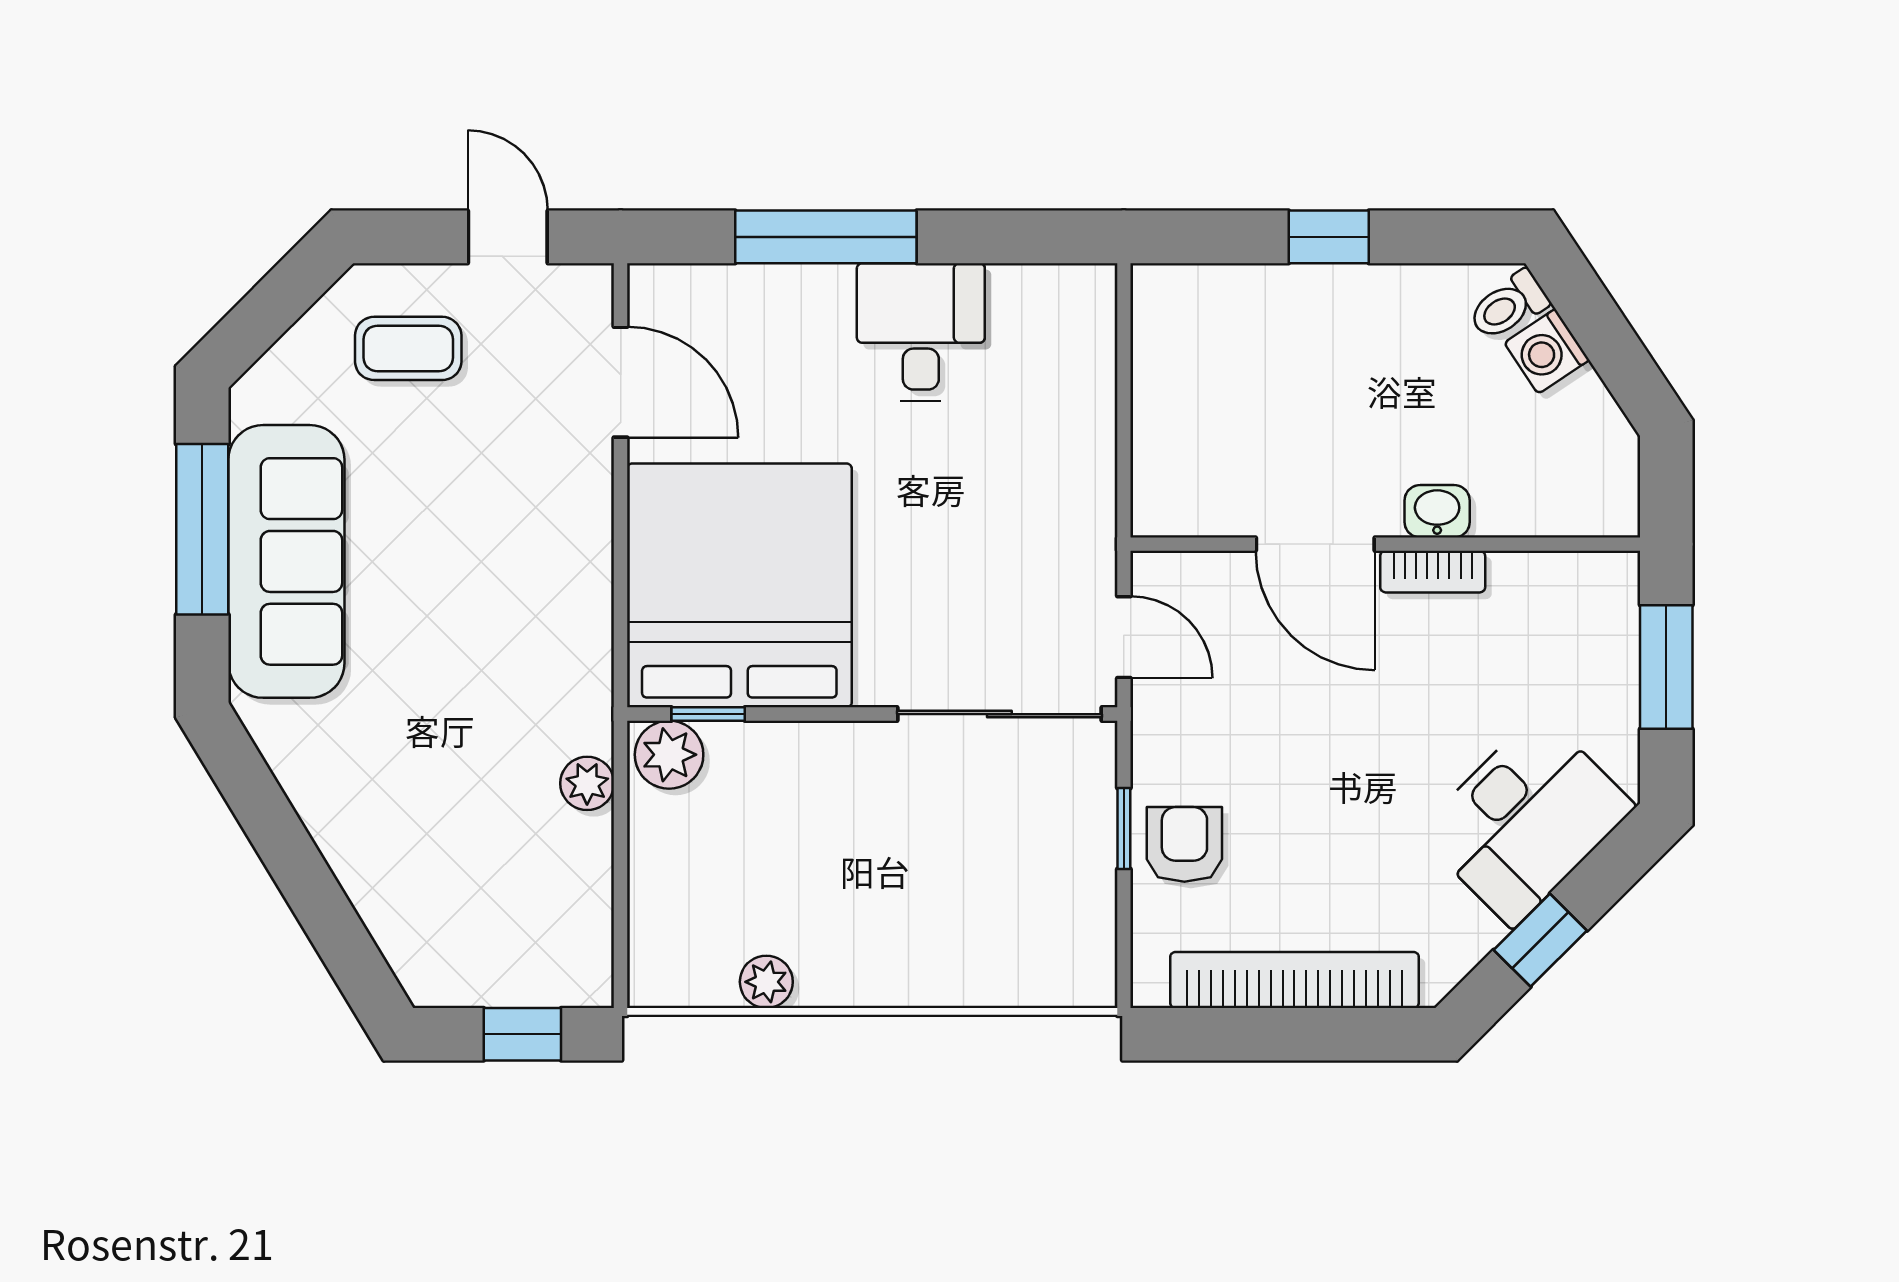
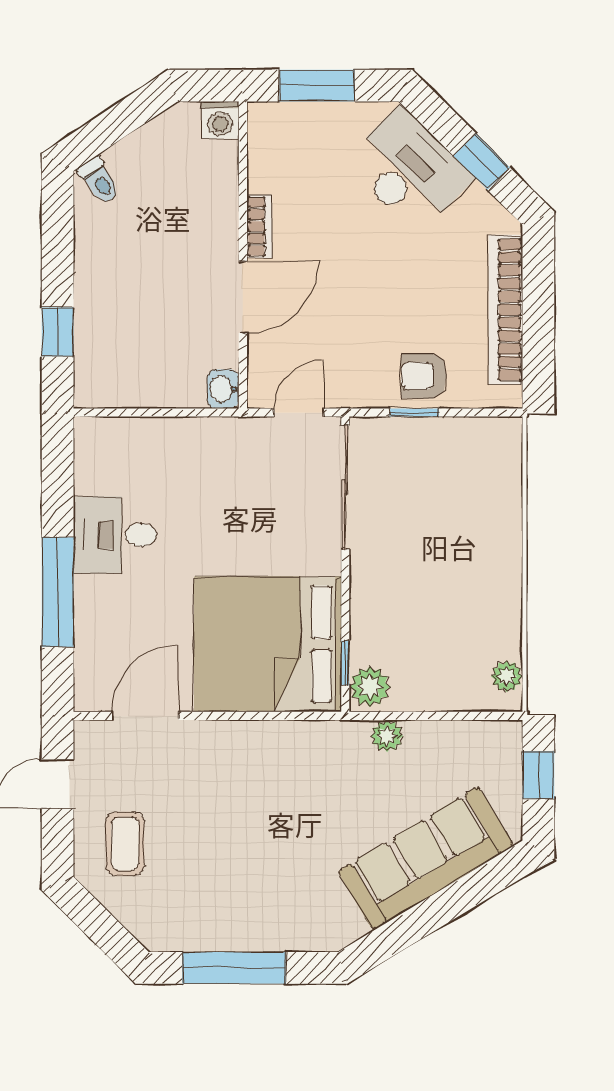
window: (1329, 237) -> (58, 332), moved
washing machine: (1547, 351) -> (220, 120), moved, turned 34
washbasin: (1437, 511) -> (223, 389), moved
sofa: (286, 561) -> (426, 858), moved, turned -31
plant: (766, 982) -> (507, 676), moved

